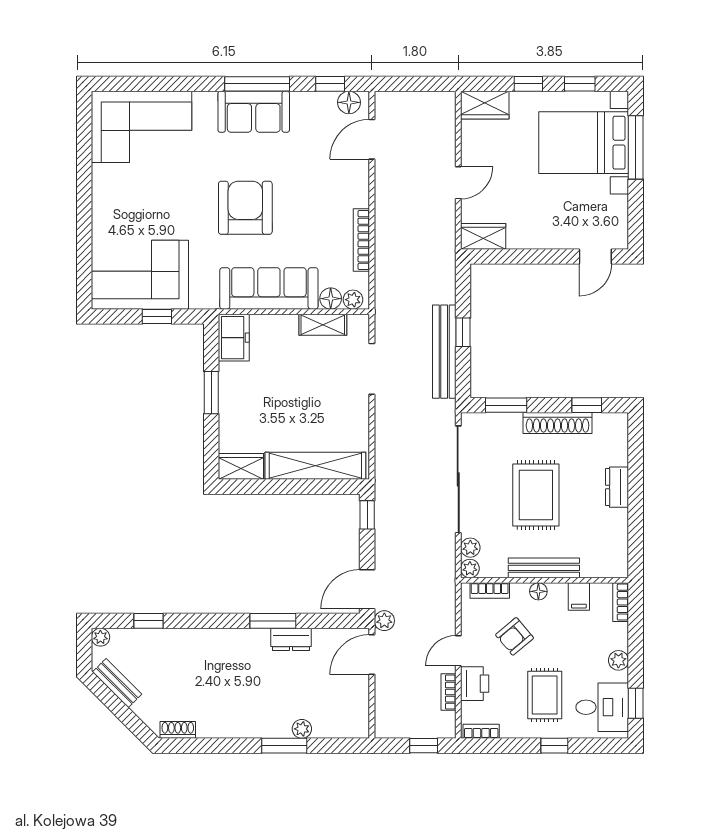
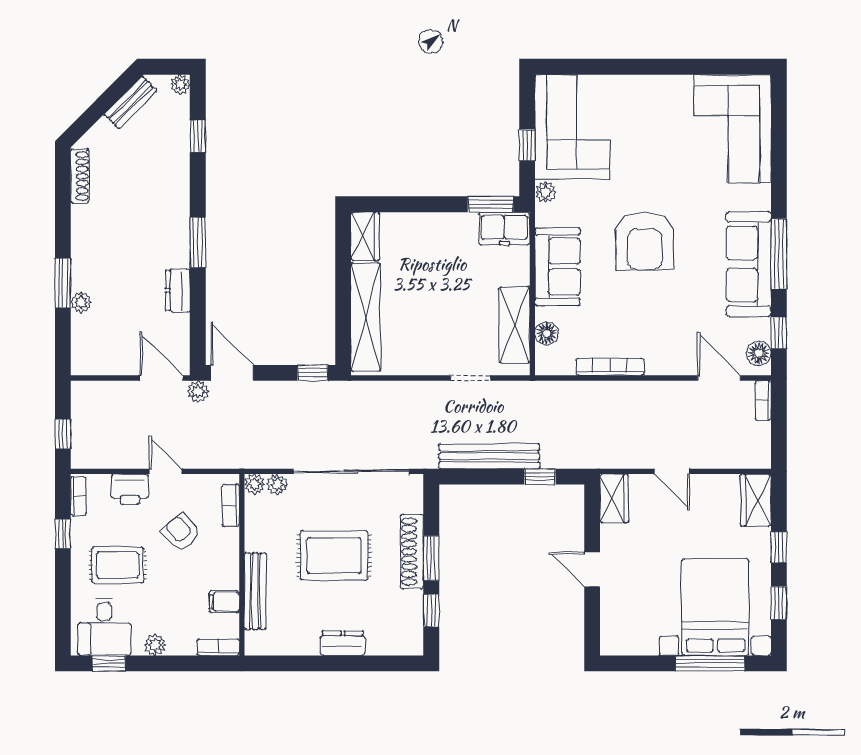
sofa: (254, 112) -> (749, 264), width x1.36
armchair: (245, 208) -> (645, 241), turned 90
door: (595, 257) -> (592, 570), moved
sofa: (269, 288) -> (558, 267), width x0.73
plant: (353, 300) -> (545, 192), moved
shelving: (323, 325) -> (514, 325), width x1.50, depth x1.33
window: (463, 332) -> (540, 477), moved
doorway: (372, 369) -> (470, 378), width x0.73
window: (211, 393) -> (490, 204), moved
window: (506, 405) -> (431, 558), moved
shoe rack: (558, 423) -> (412, 551), moved
bench: (544, 568) -> (255, 591), moved
floor lamp: (538, 591) -> (230, 558), removed
window: (273, 621) -> (198, 242), moved
bookcase: (448, 692) -> (763, 400), moved, turned -90
shoe rack: (178, 730) -> (80, 176), width x1.43
window: (554, 746) -> (63, 534), moved

